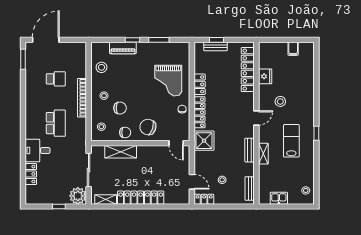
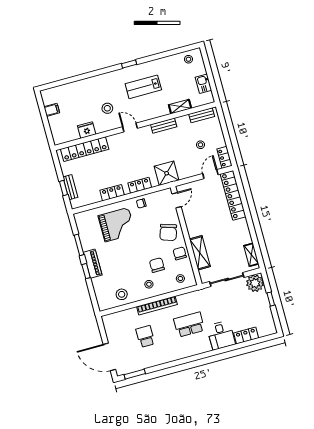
piano: (123, 48) -> (93, 264), moved
locker: (200, 112) -> (140, 185), width x0.66
shelving: (263, 154) -> (180, 107), moved
locker: (141, 198) -> (233, 195), moved

